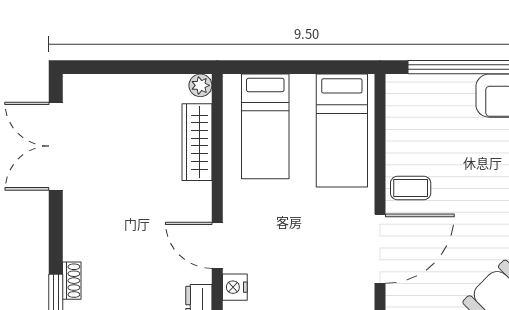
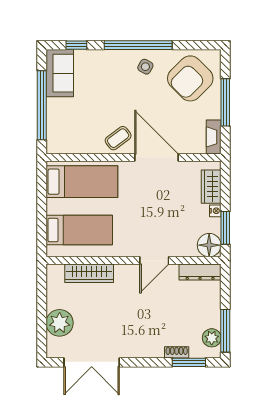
plant: (200, 85) -> (60, 323), moved, width x1.88, depth x1.88
coffee table: (411, 188) -> (118, 138), turned 53
nightstand: (235, 287) -> (181, 249), removed

